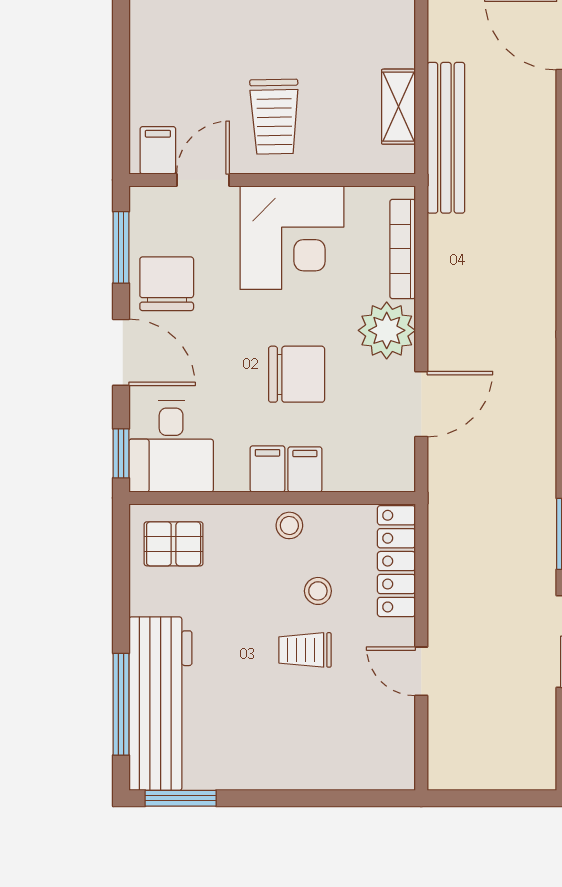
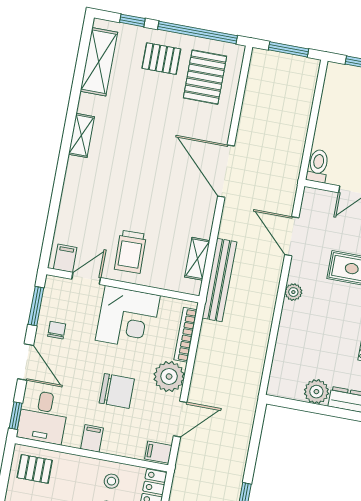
chair: (167, 284) -> (57, 330), width x0.54, depth x0.54
filing cabinet: (305, 469) -> (158, 452), moved, turned -90
stool: (289, 525) -> (111, 481), moved

